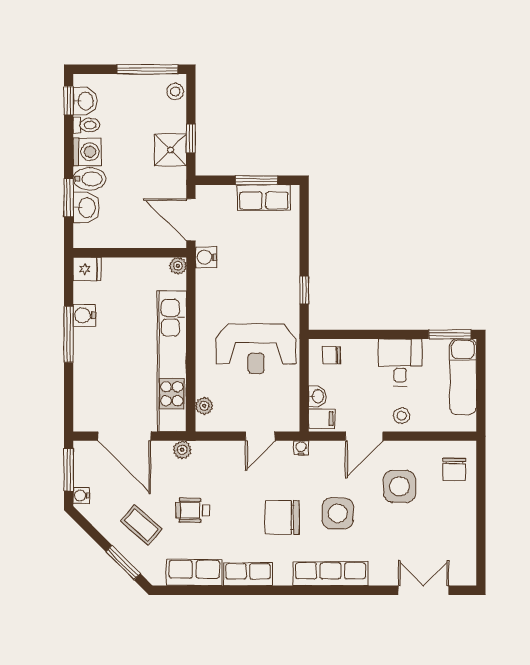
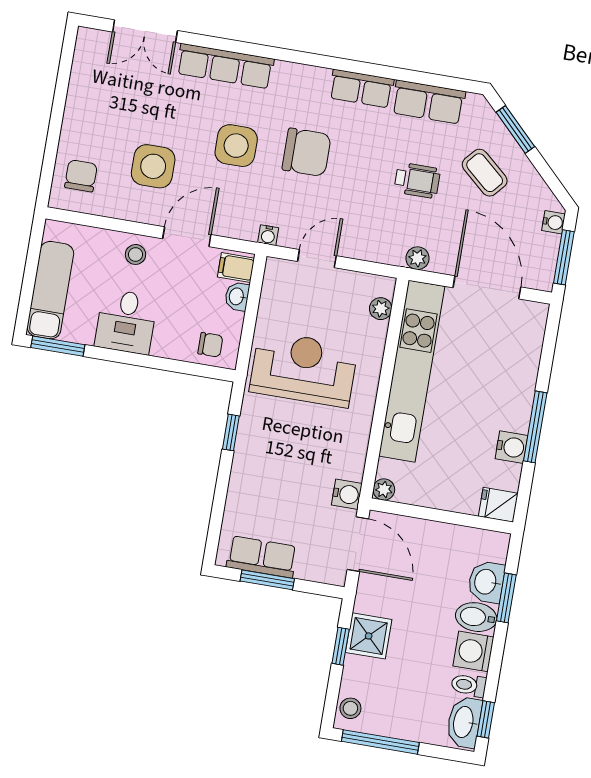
washbasin: (85, 101) -> (464, 722), width x1.38
row of seats: (331, 574) -> (225, 66), moved

